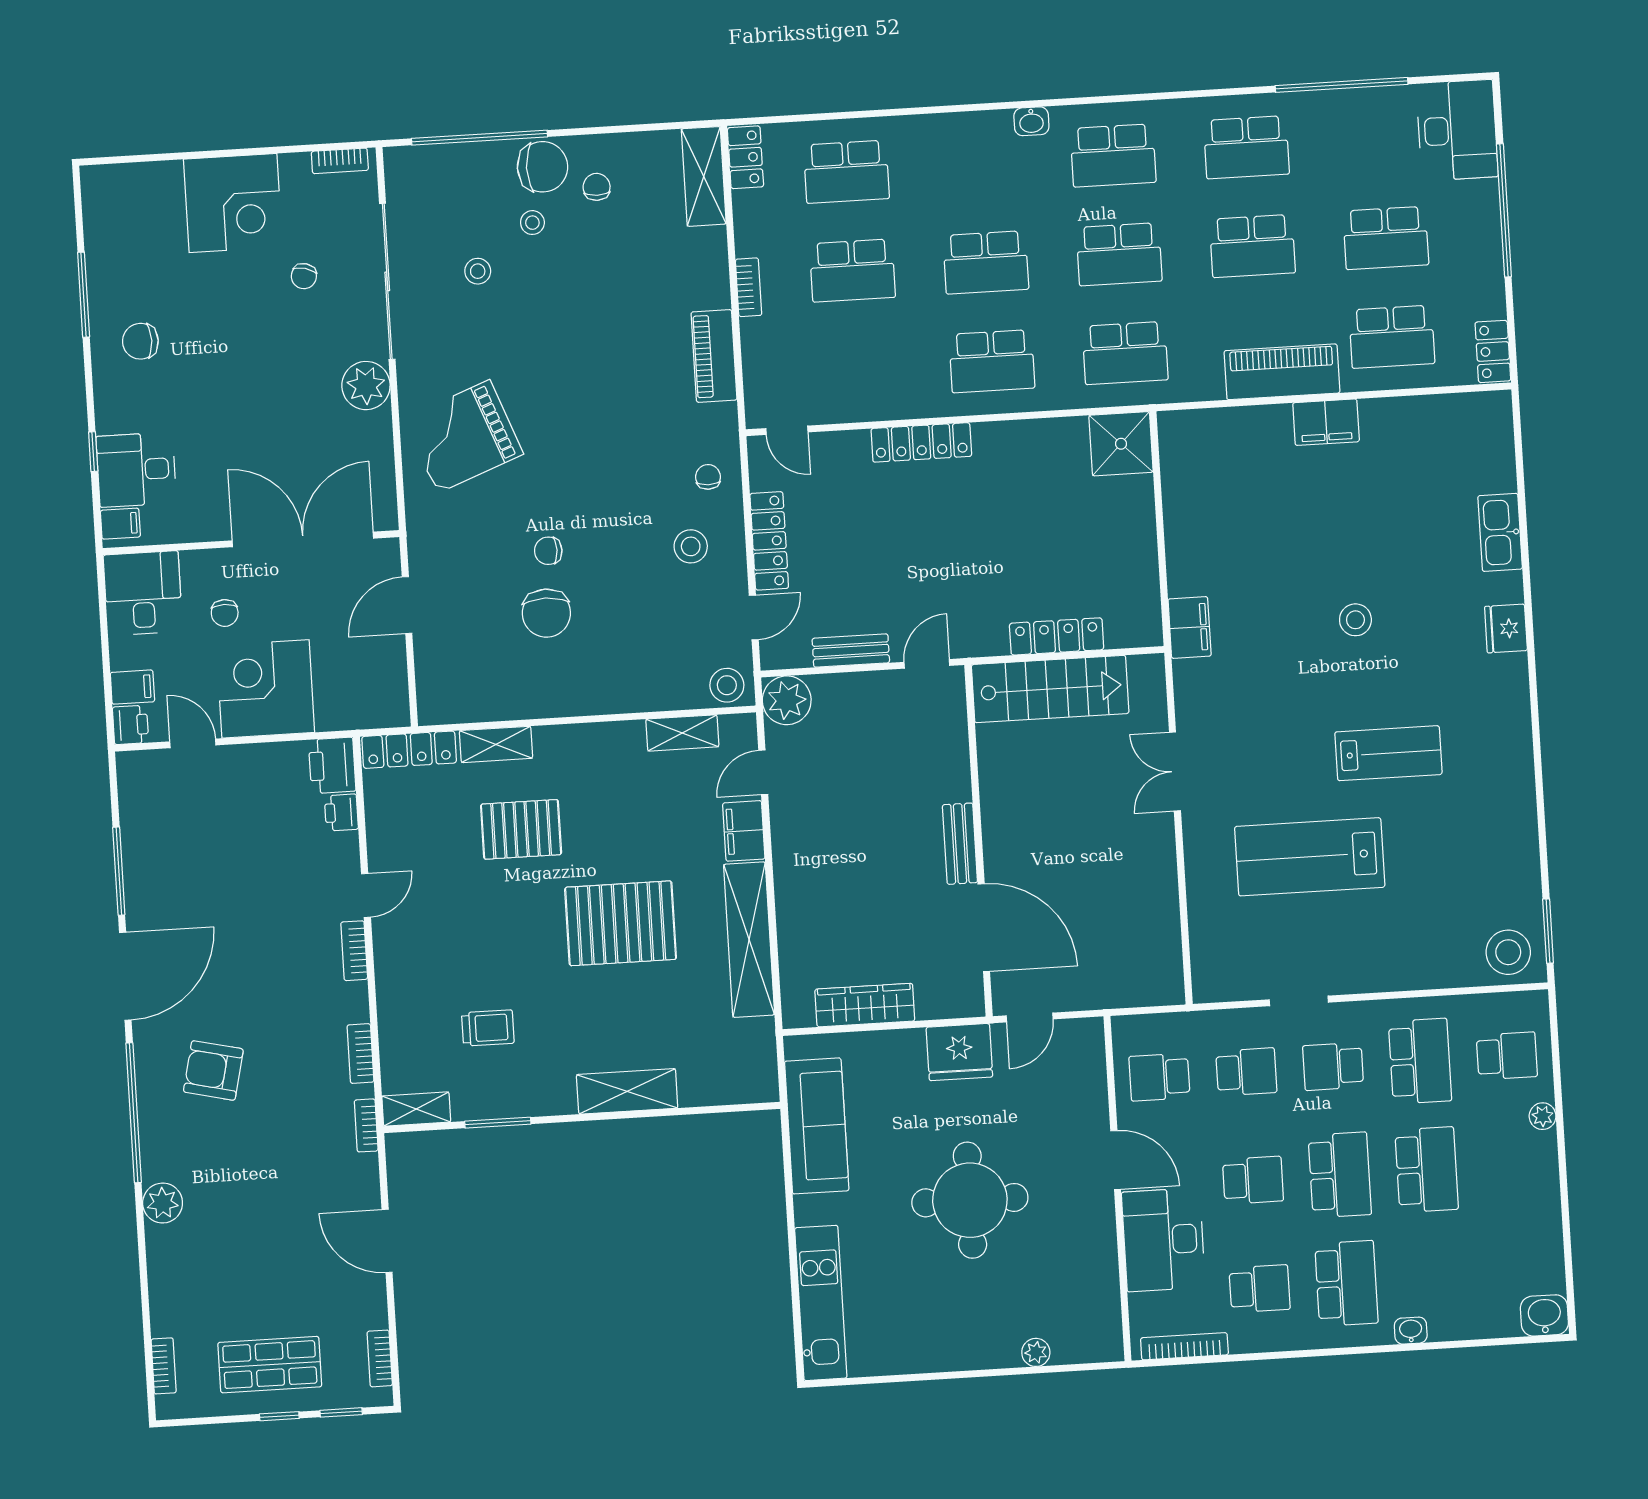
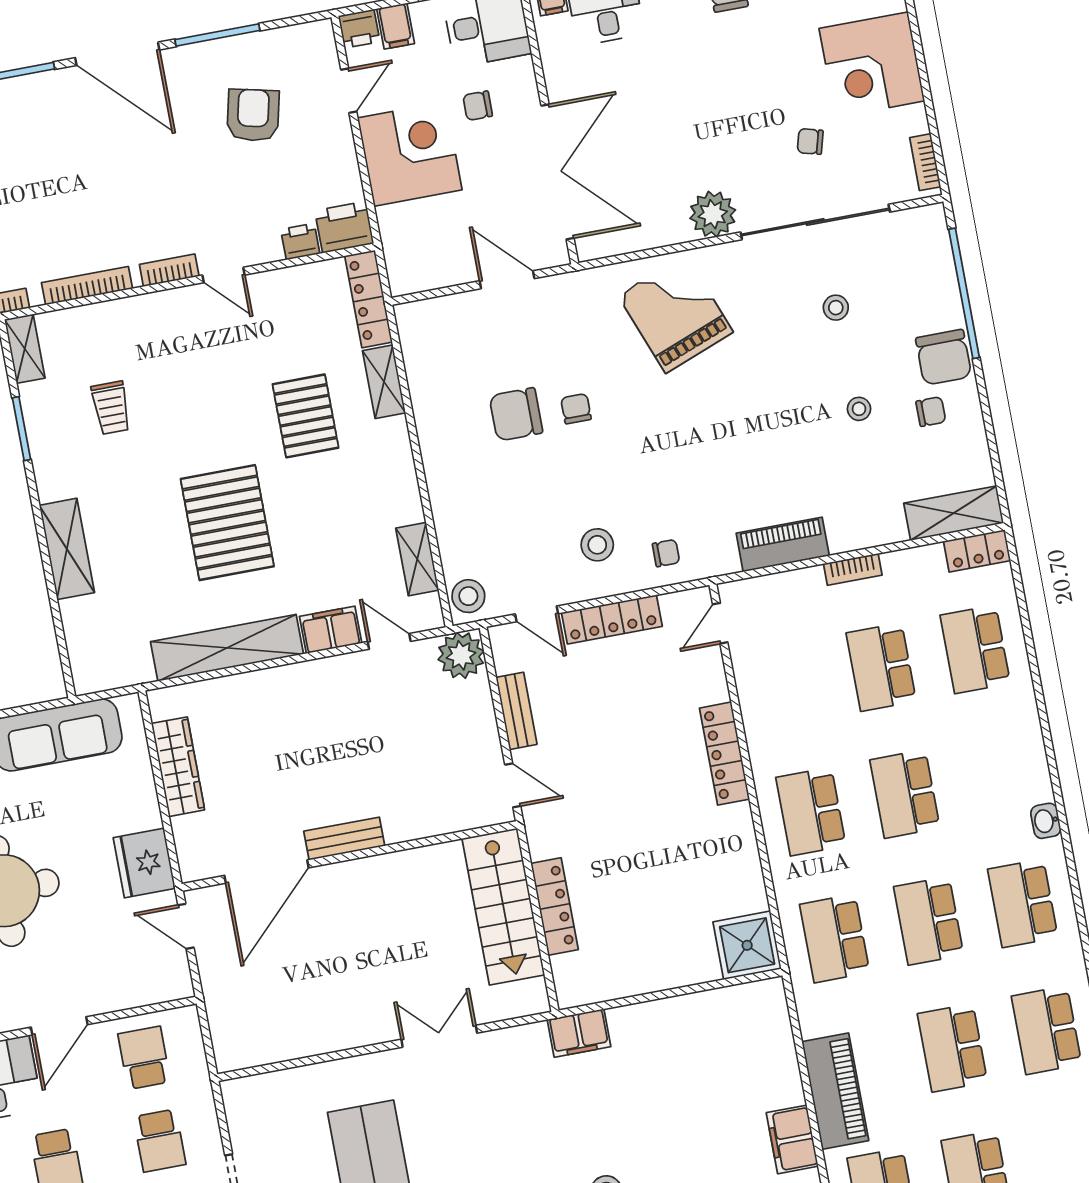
stool: (532, 223) -> (859, 409), moved
bookcase: (360, 1054) -> (87, 286), width x1.56
armchair: (213, 1070) -> (253, 115), moved

